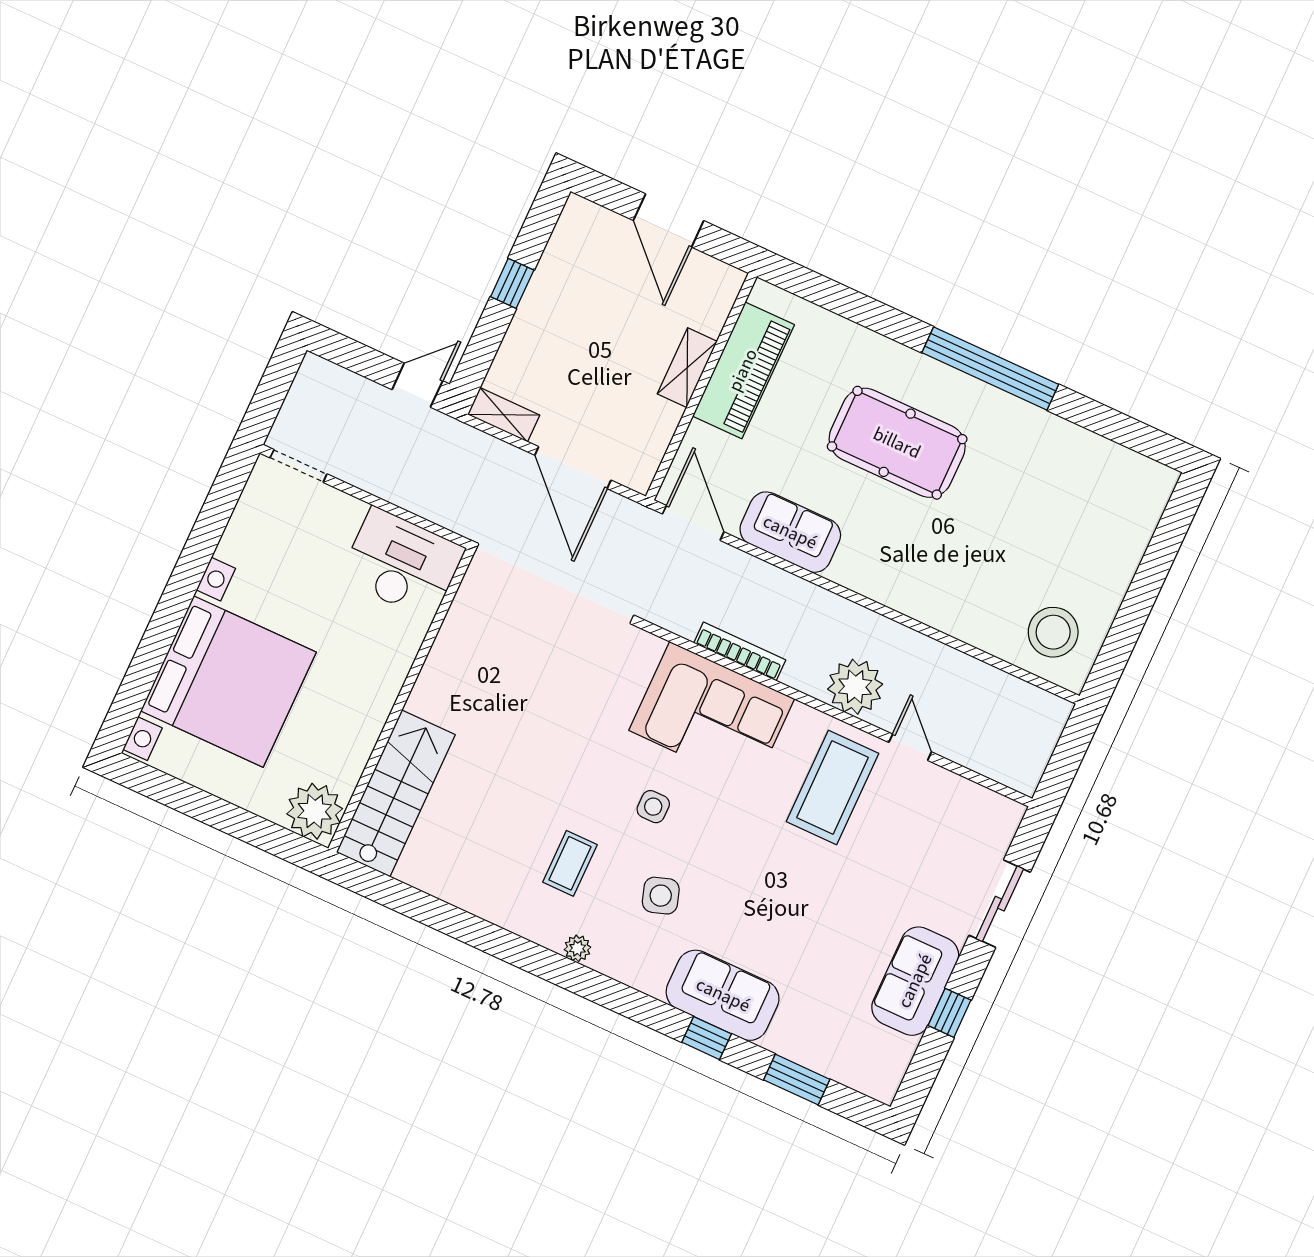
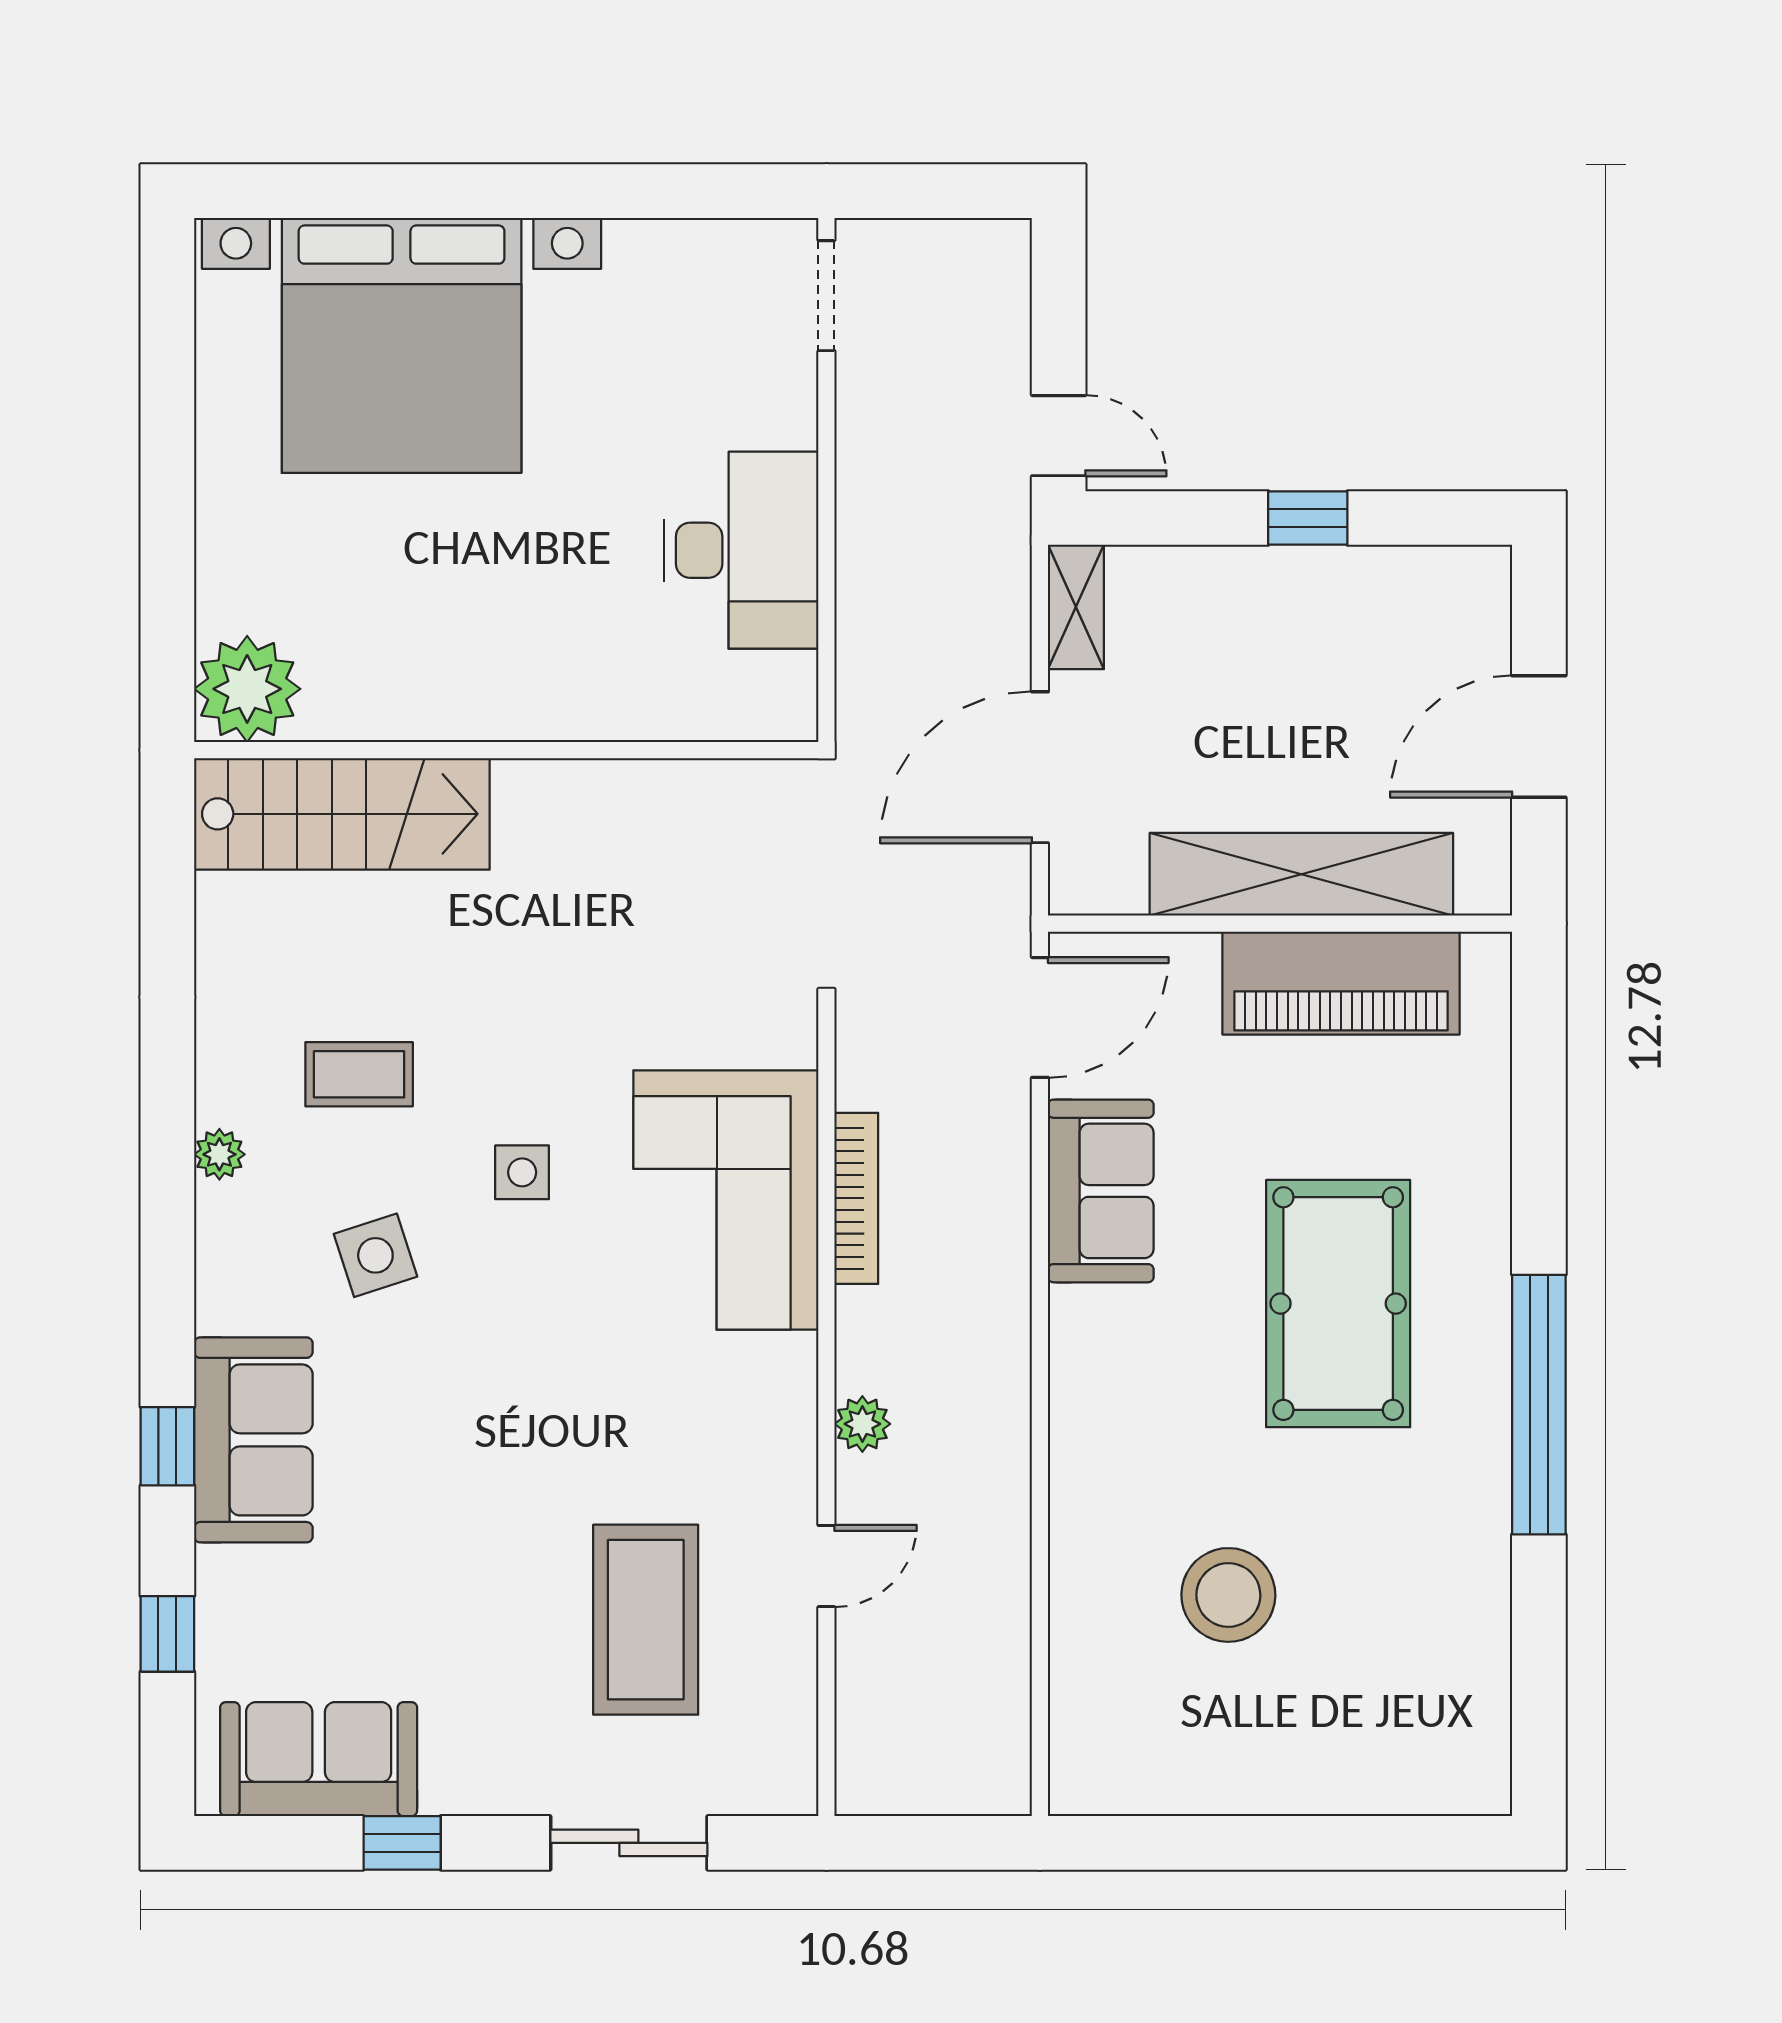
shelving: (687, 368) -> (1301, 874), width x2.20, depth x1.33
stool: (1053, 632) -> (1228, 1595), moved
plant: (855, 687) -> (862, 1424), width x0.53, depth x0.53
wall: (401, 700) -> (506, 750), moved
coffee table: (832, 787) -> (646, 1620), moved, turned 90
stairs: (396, 793) -> (342, 814), moved
plant: (315, 811) -> (247, 689), moved
sofa: (915, 981) -> (319, 1759), moved
window: (797, 1080) -> (167, 1634), width x0.67

